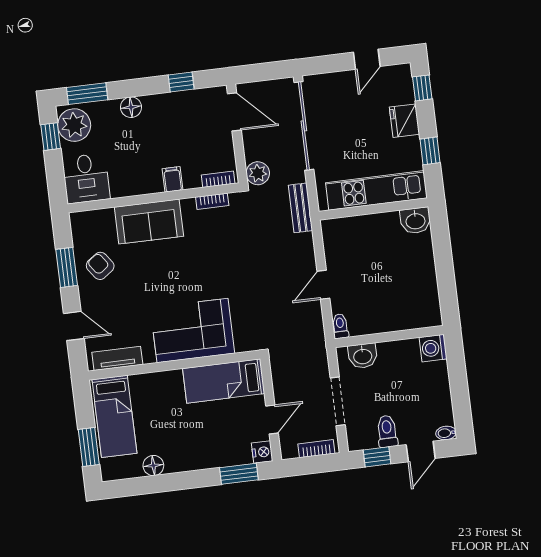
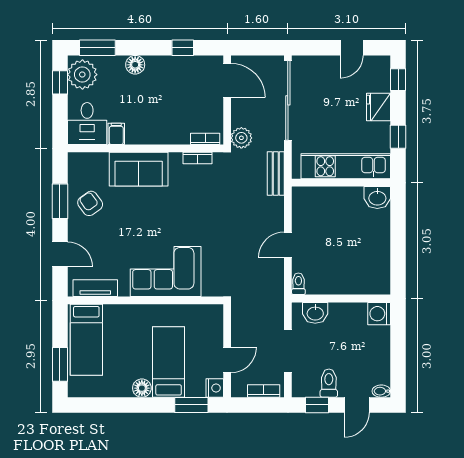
filing cabinet: (173, 179) -> (116, 134), moved
bed: (224, 381) -> (169, 362), moved, turned 90
floor lamp: (153, 466) -> (142, 388), moved

